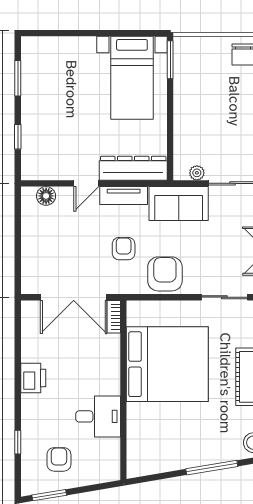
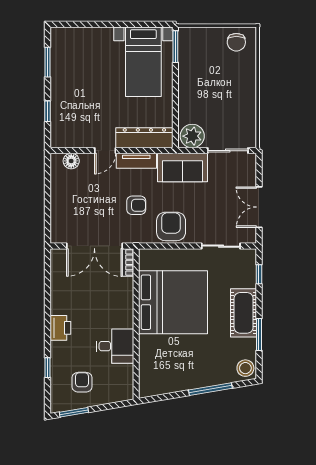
plant: (197, 173) -> (192, 136), width x1.87, depth x1.87
armchair: (124, 249) -> (136, 205), turned 90
printer: (33, 378) -> (60, 328), moved

